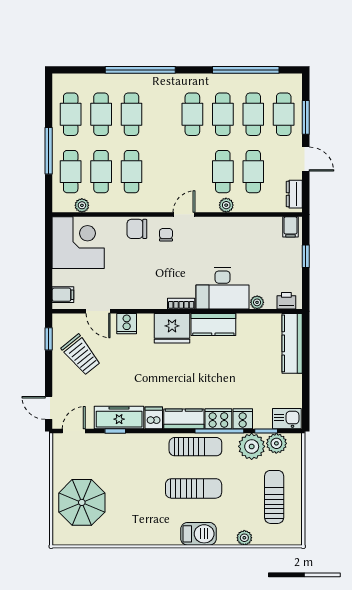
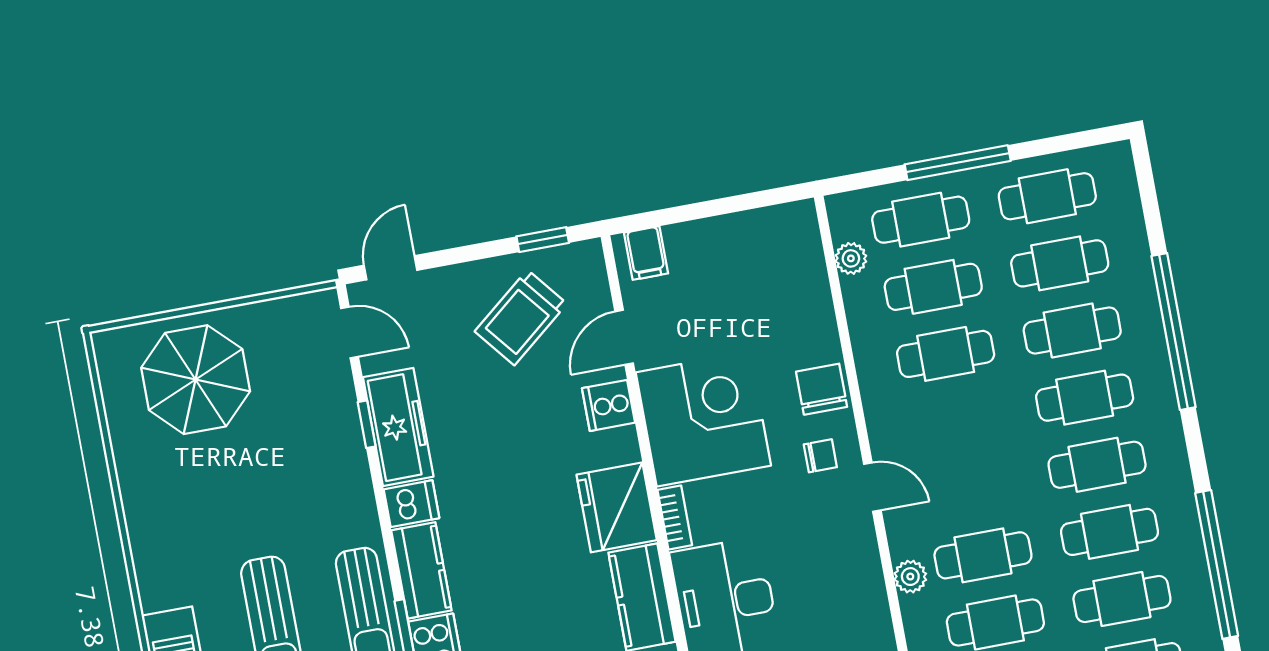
cafe table: (162, 114) -> (1085, 398), added
corner desk: (78, 243) -> (703, 419), moved, turned -90

